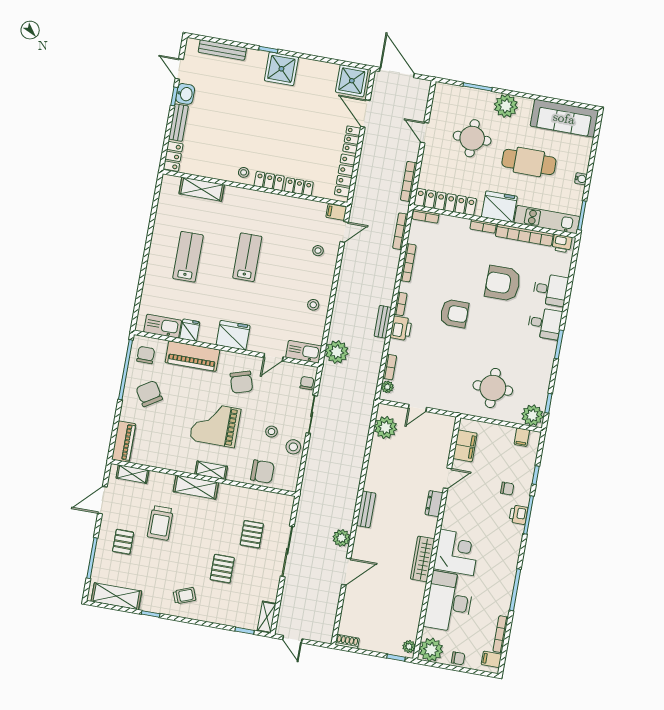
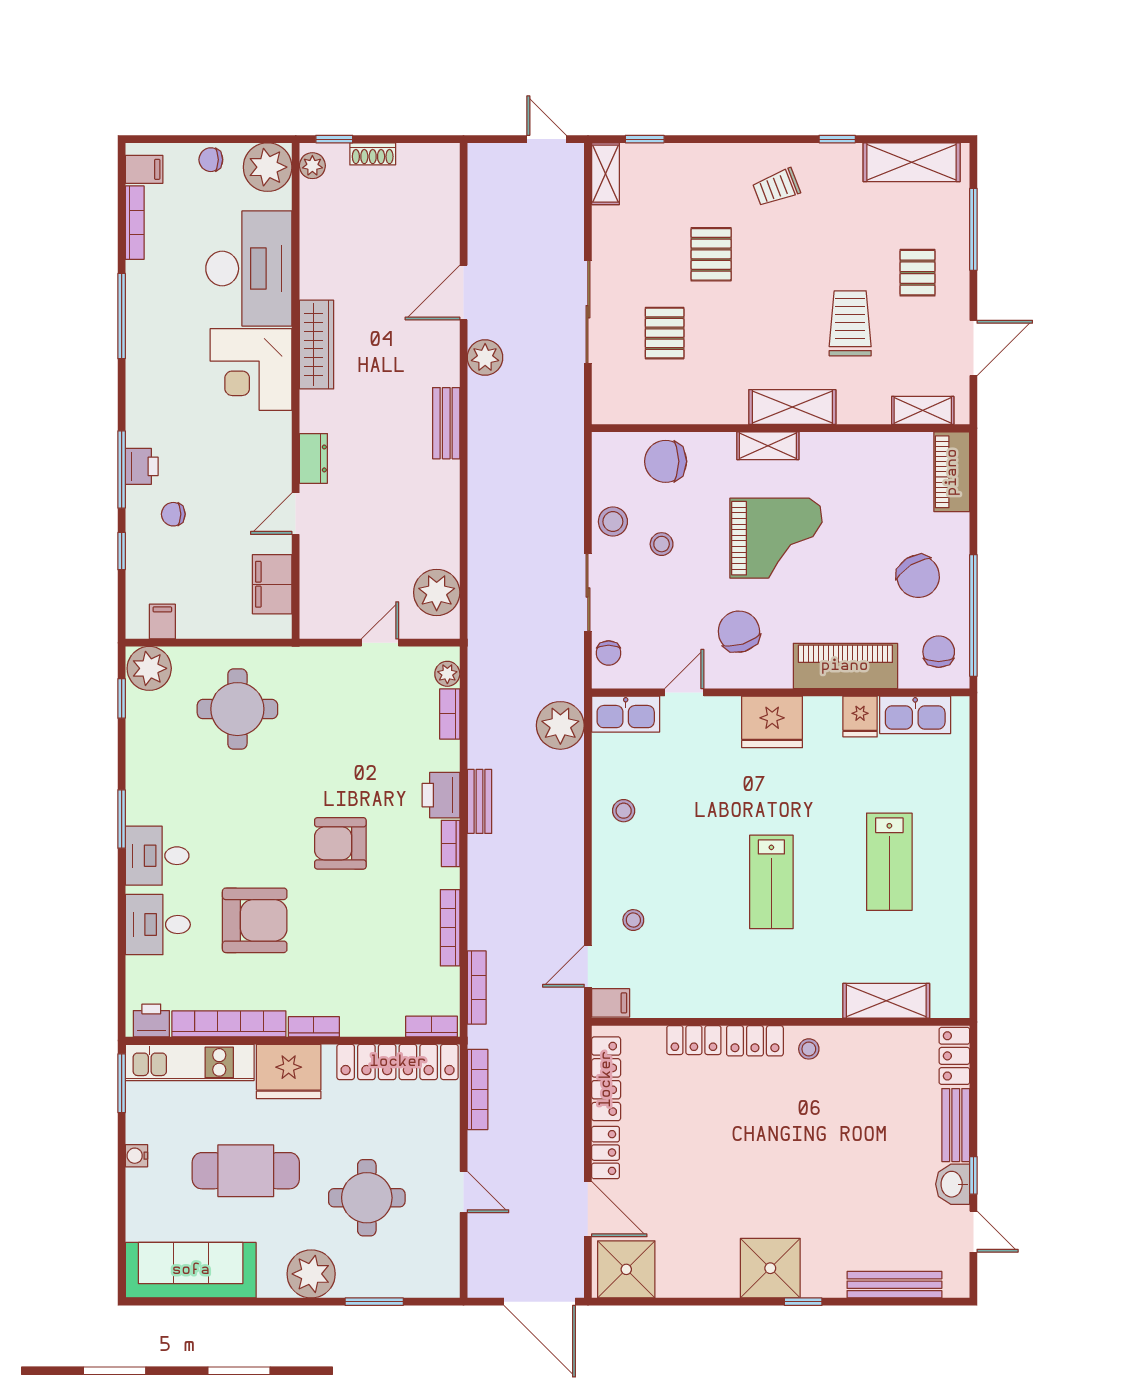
chair: (146, 355) -> (939, 652), turned 180
shoe rack: (347, 641) -> (373, 154), moved

